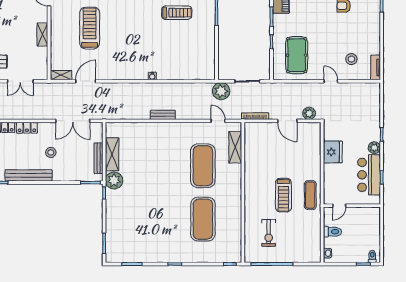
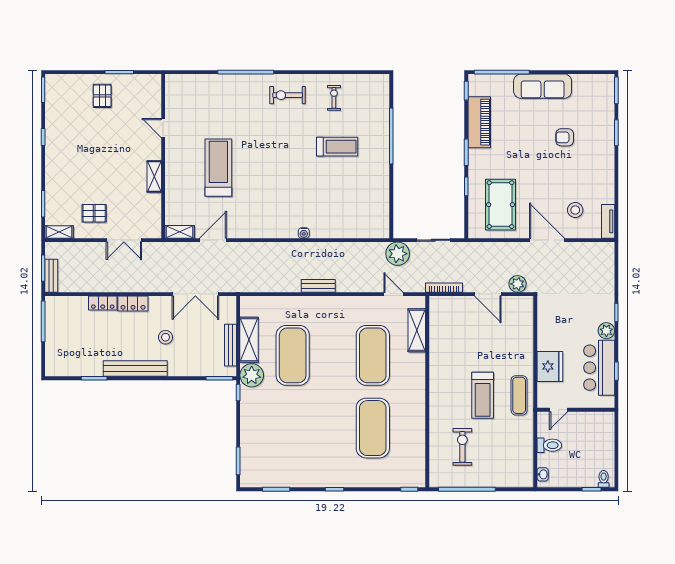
door: (331, 81) -> (547, 240), width x1.87
fridge: (333, 152) -> (550, 366), moved
exercise mat: (144, 166) -> (293, 355), added
exercise bike: (269, 233) -> (462, 447), turned 180

